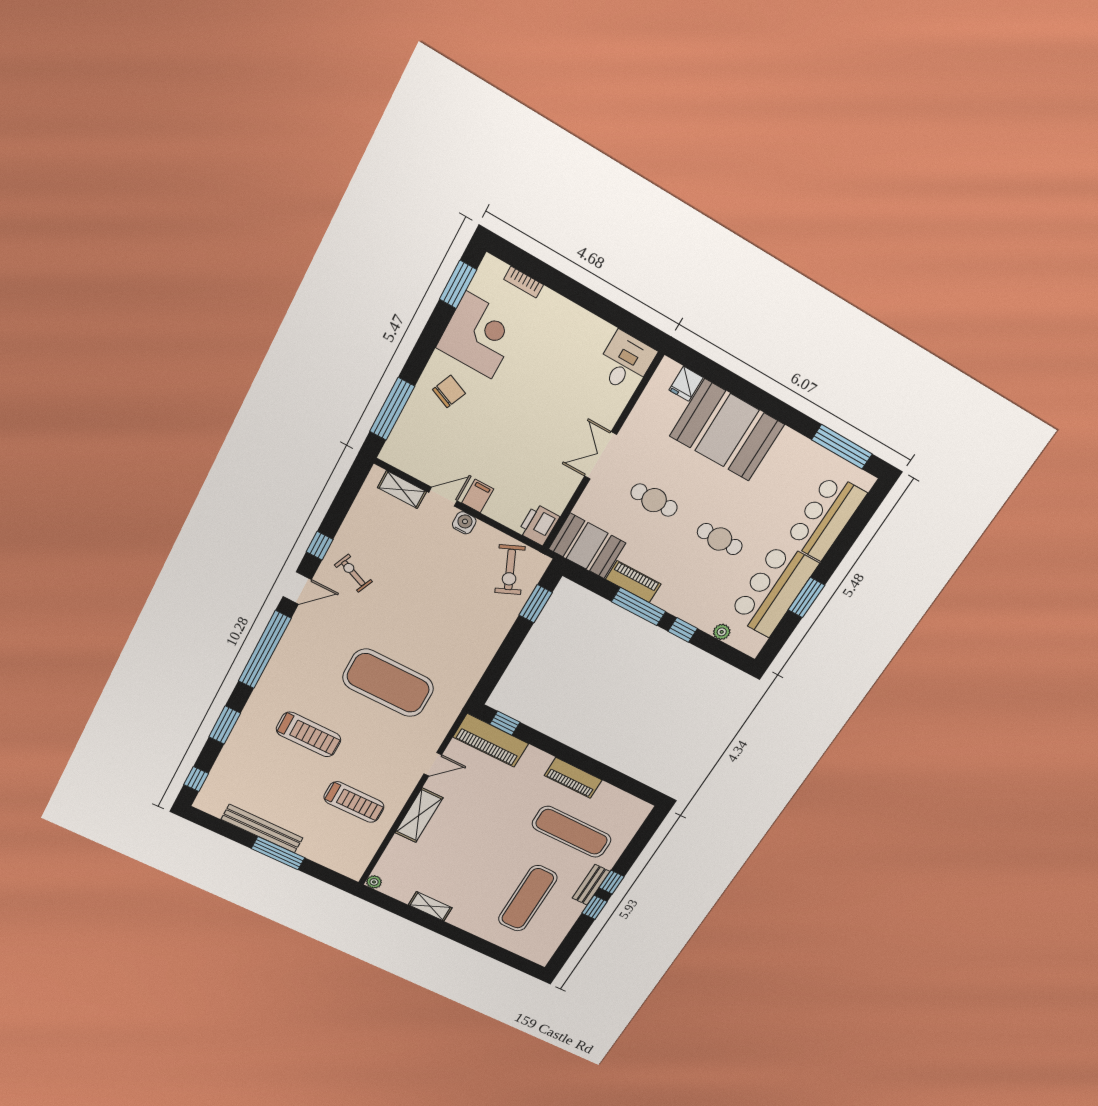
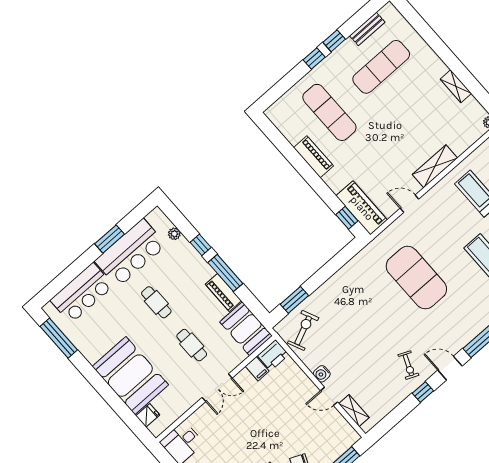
filing cabinet: (478, 496) -> (257, 369), moved, turned -90
bench: (591, 885) -> (367, 29), moved

